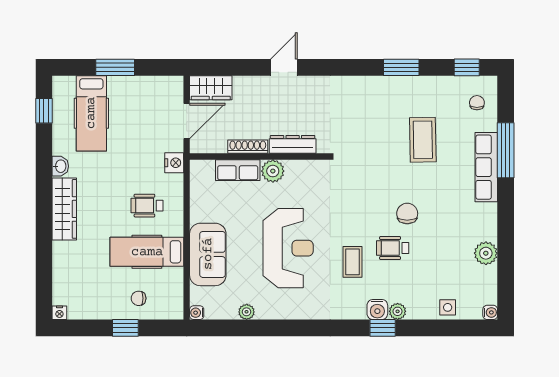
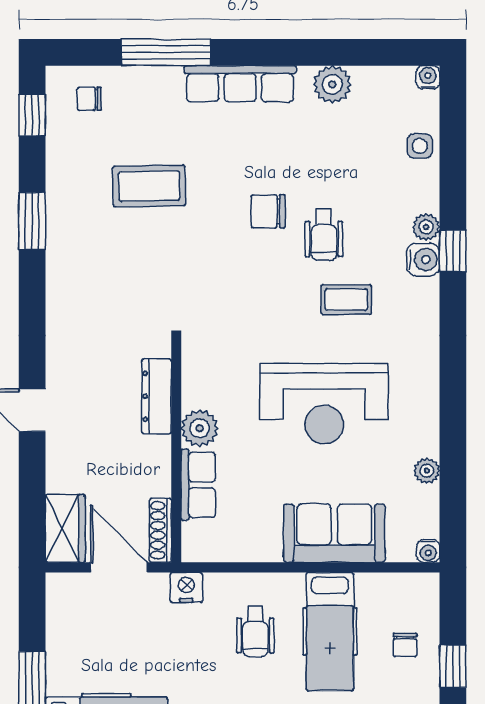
shoe rack: (248, 147) -> (160, 530), moved
row of seats: (486, 167) -> (240, 84), moved
reception desk: (288, 248) -> (324, 404), turned 180

